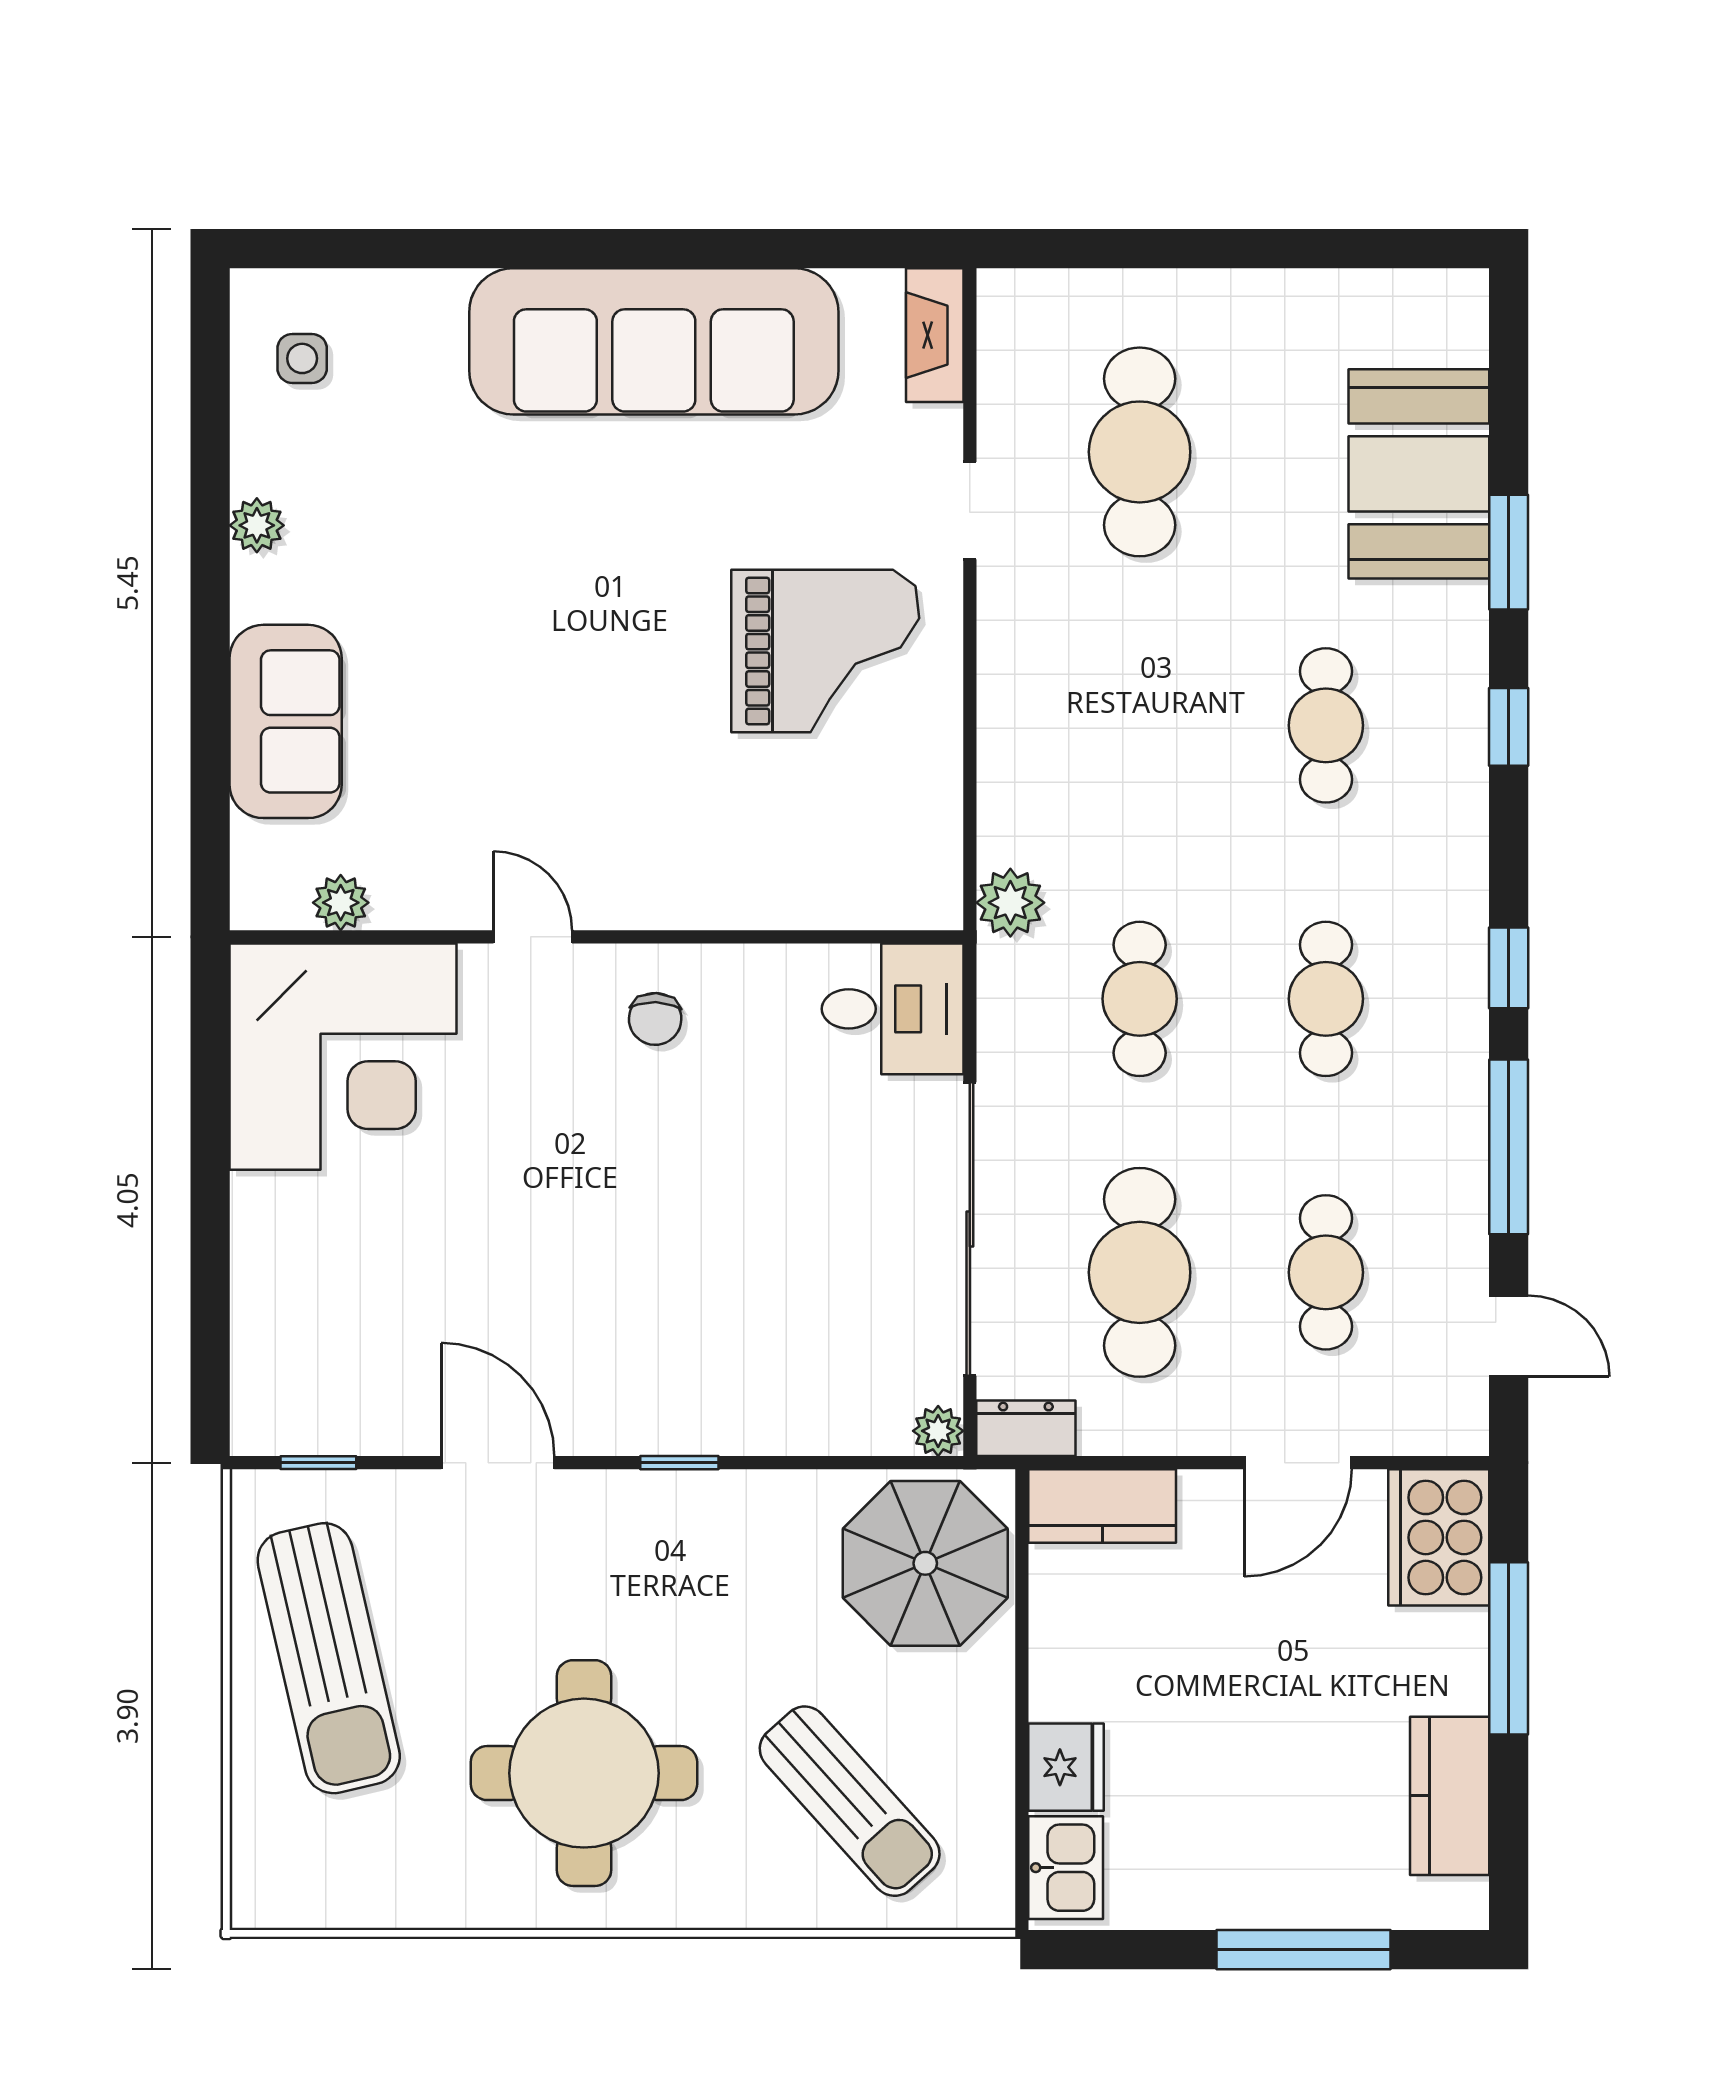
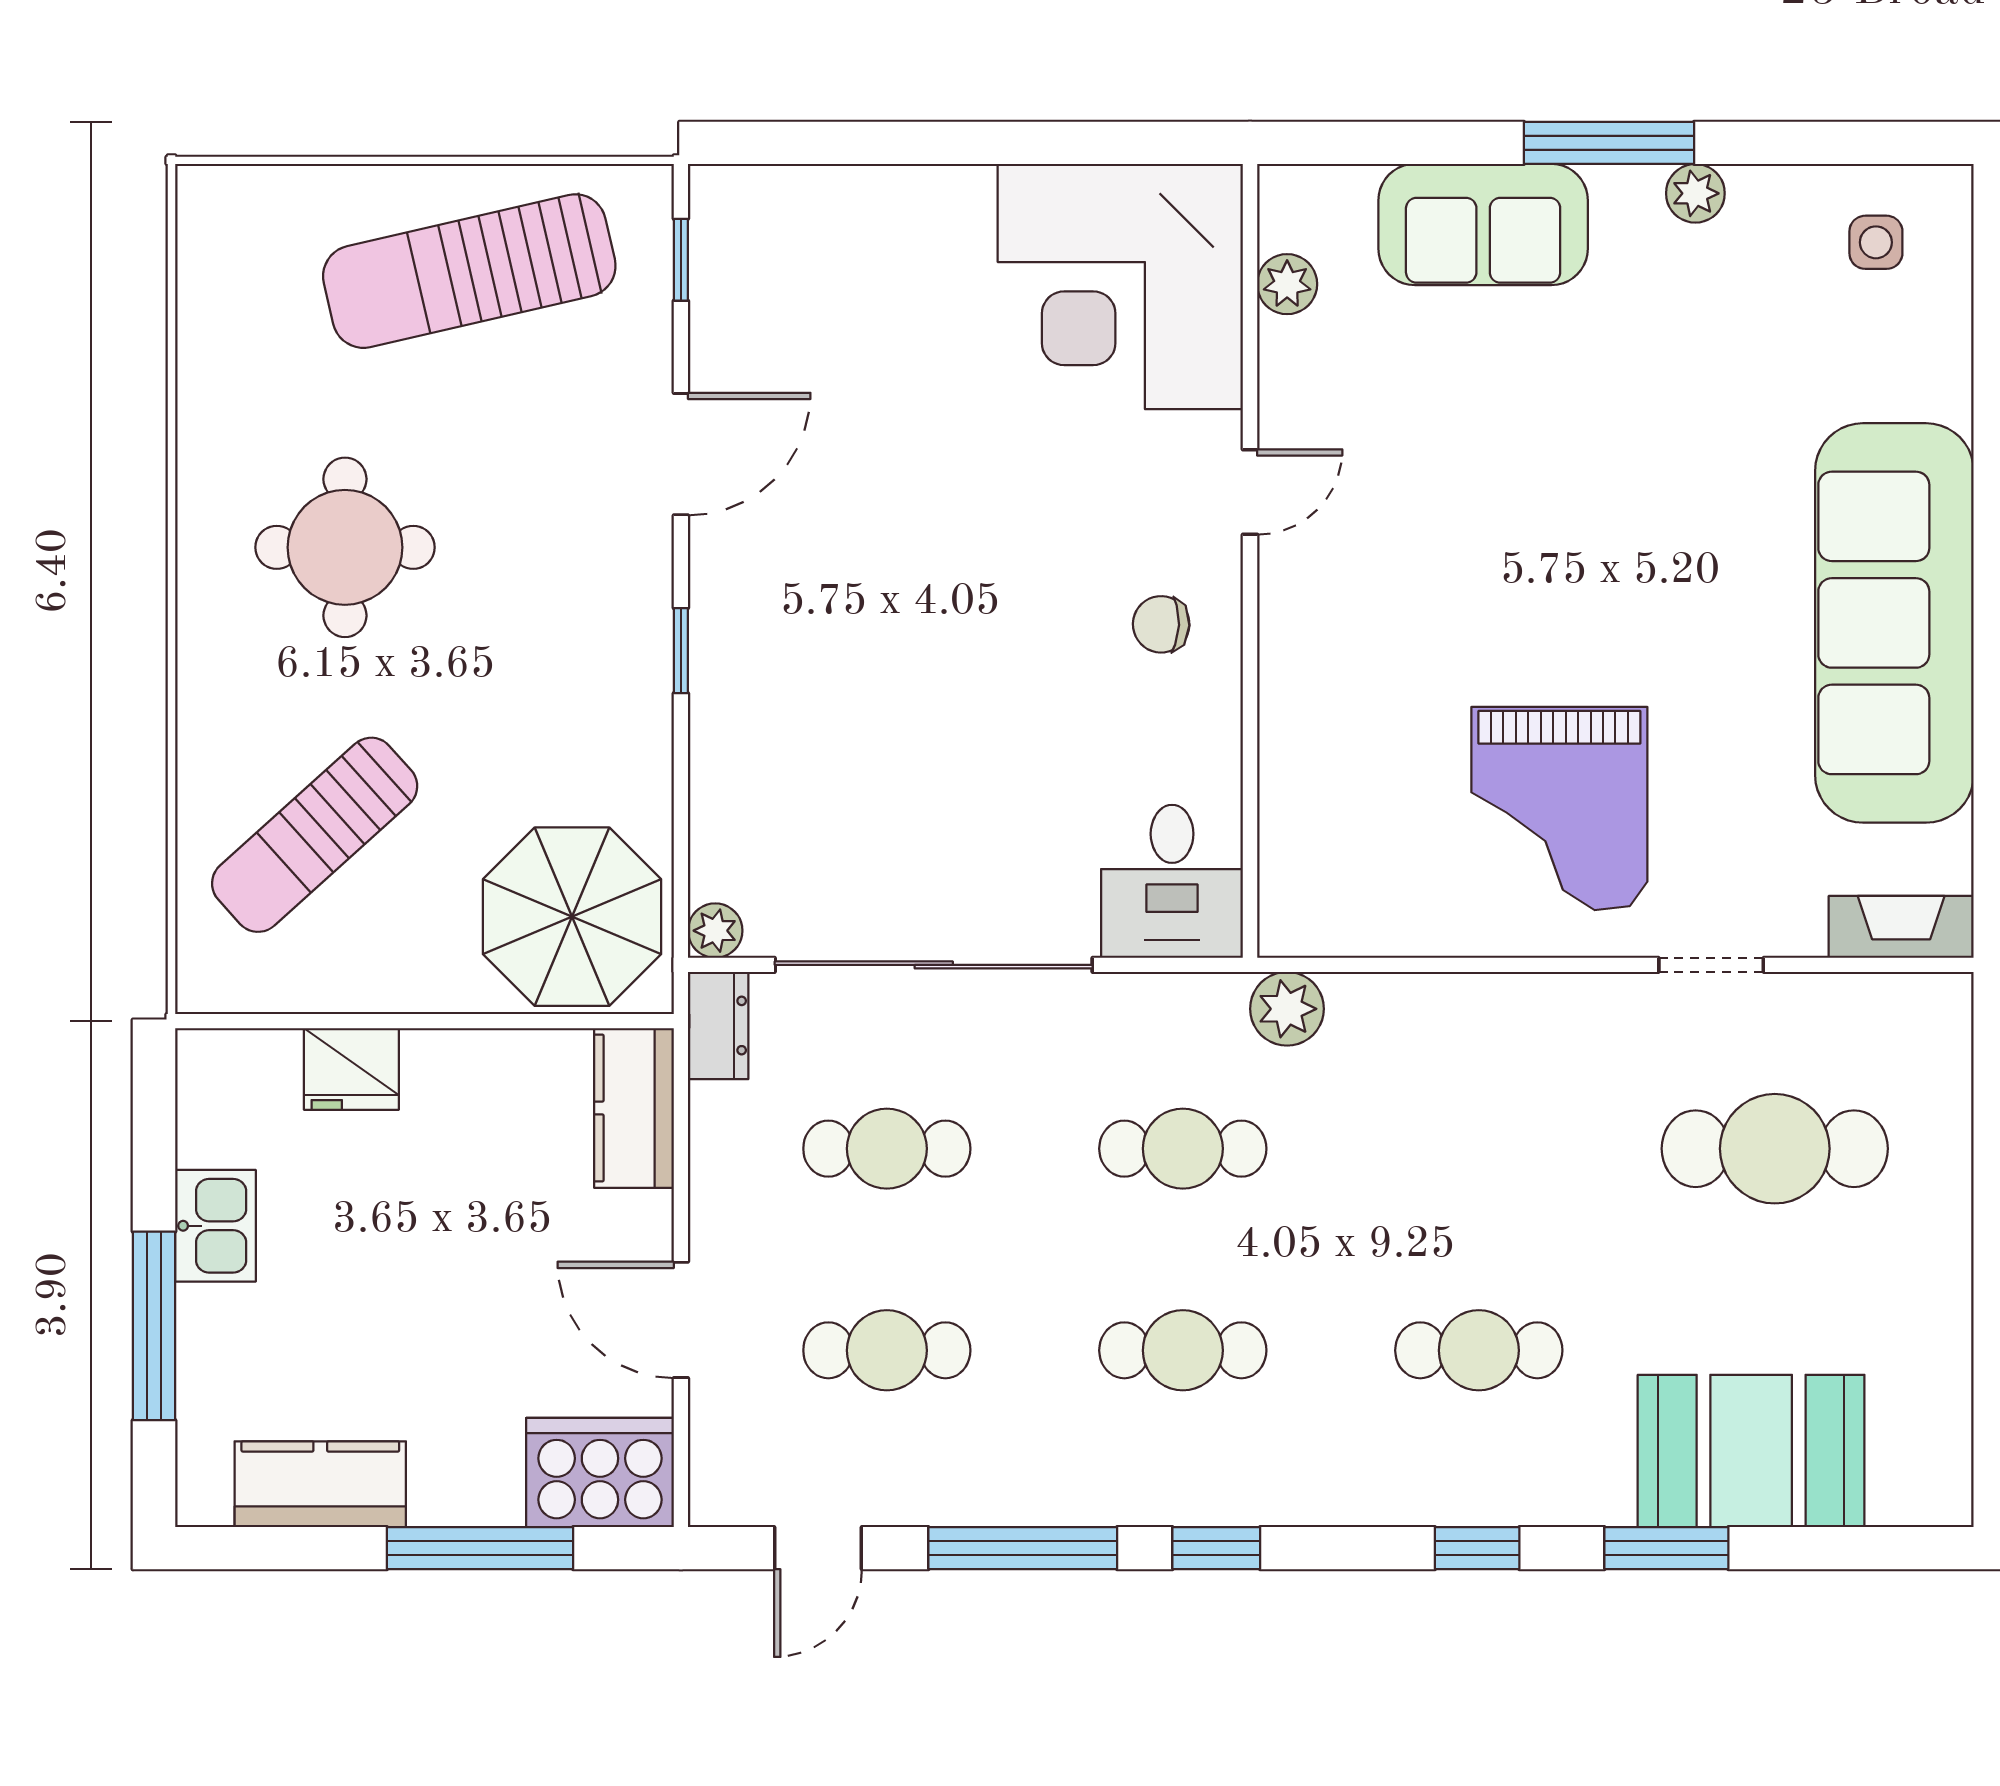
window: (210, 605) -> (1609, 143), added
cafe table: (1140, 1272) -> (887, 1149), width x0.73, depth x0.74
round table: (584, 1773) -> (345, 547), width x0.73, depth x0.73
kitchen sink: (1066, 1868) -> (215, 1226), moved, turned -90

